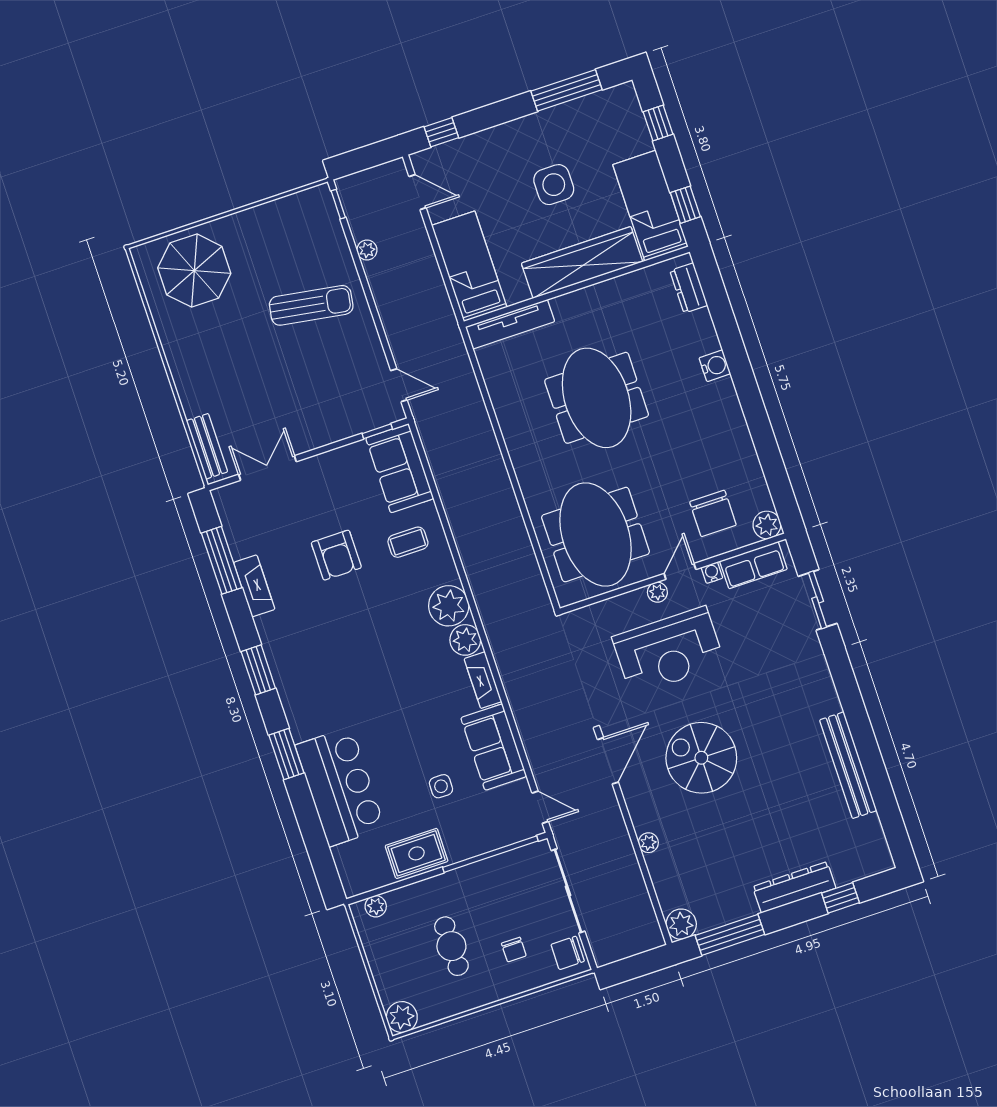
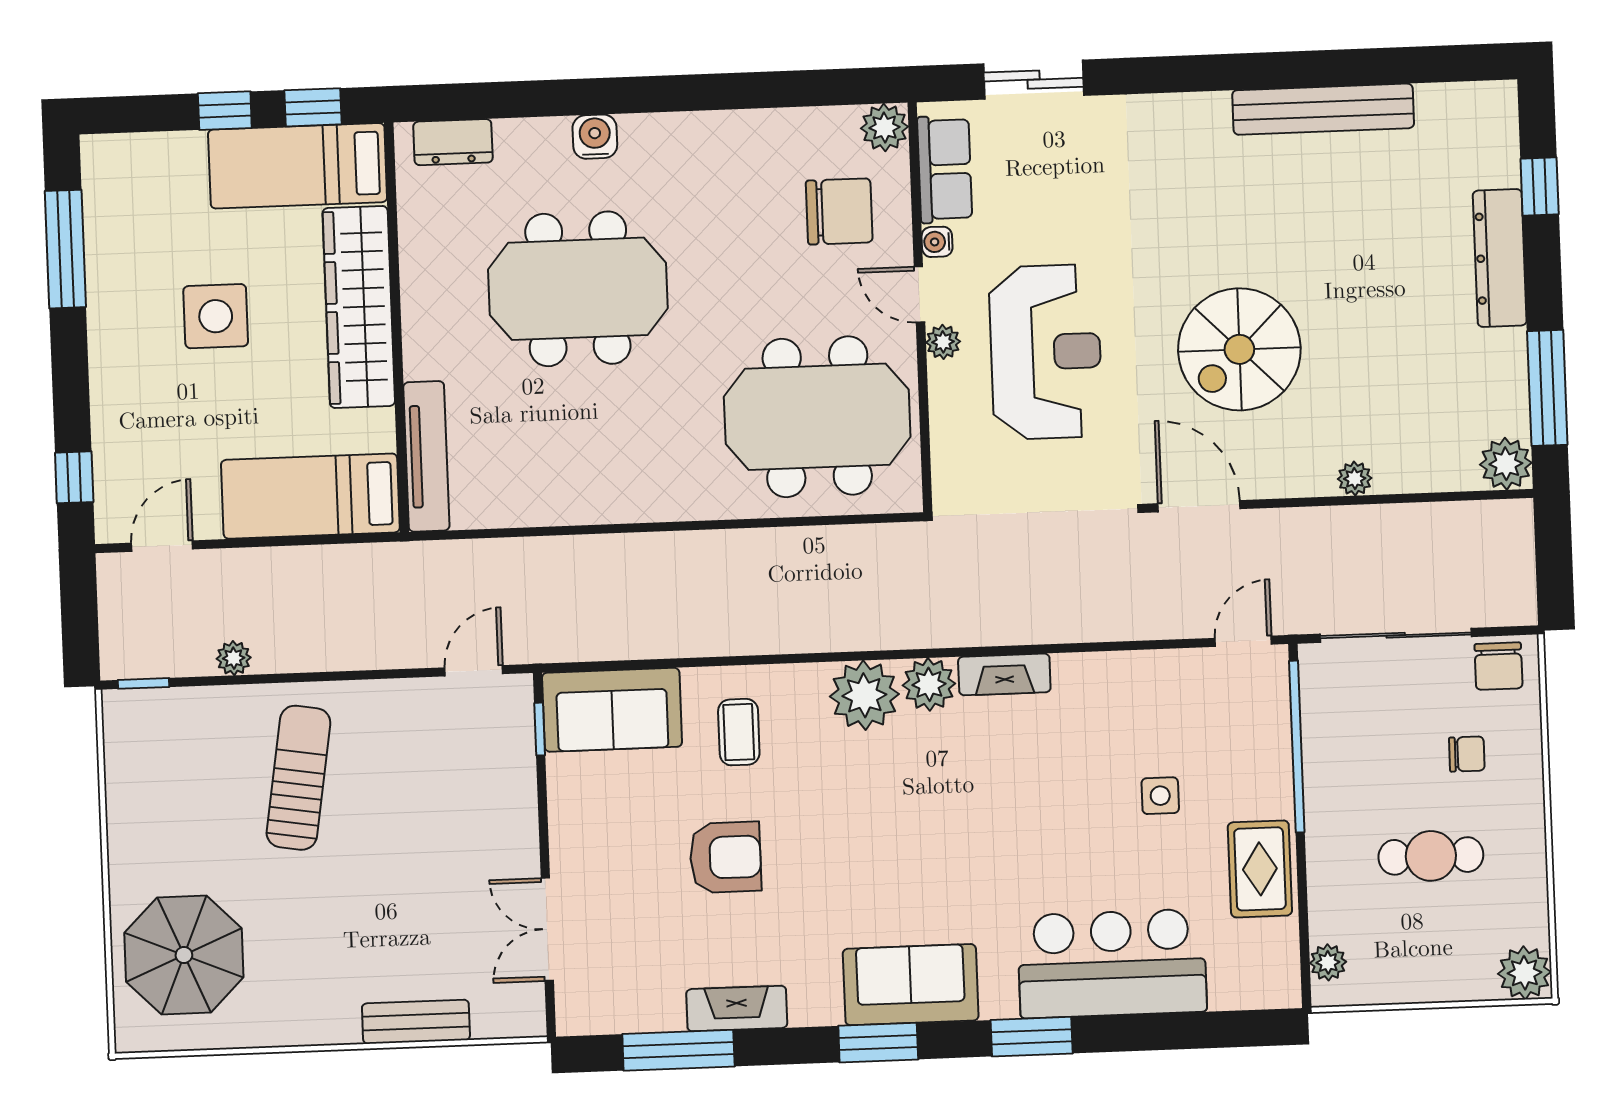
window: (658, 123) -> (225, 111), moved
meeting table: (597, 398) -> (578, 289), moved
bench: (207, 446) -> (416, 1022), moved
sofa: (494, 747) -> (911, 985), moved, turned 180

